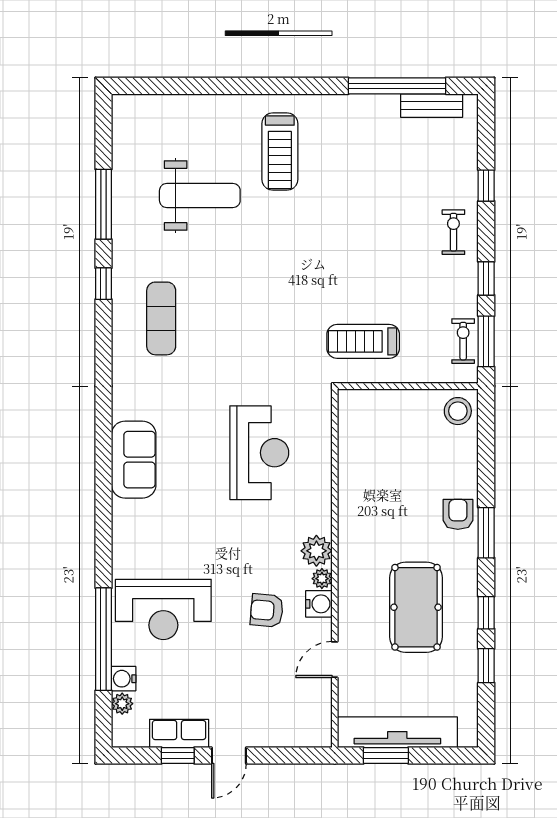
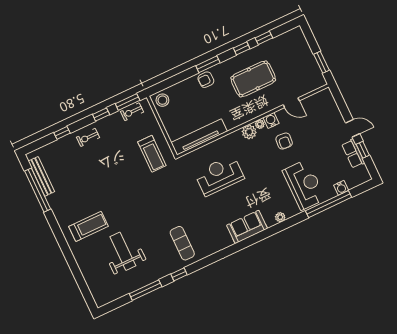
bench: (432, 106) -> (41, 176), width x1.36
exercise mat: (161, 318) -> (182, 243), turned 90
plant: (122, 704) -> (280, 217), moved
tv unit: (397, 732) -> (199, 137), moved, turned 90

